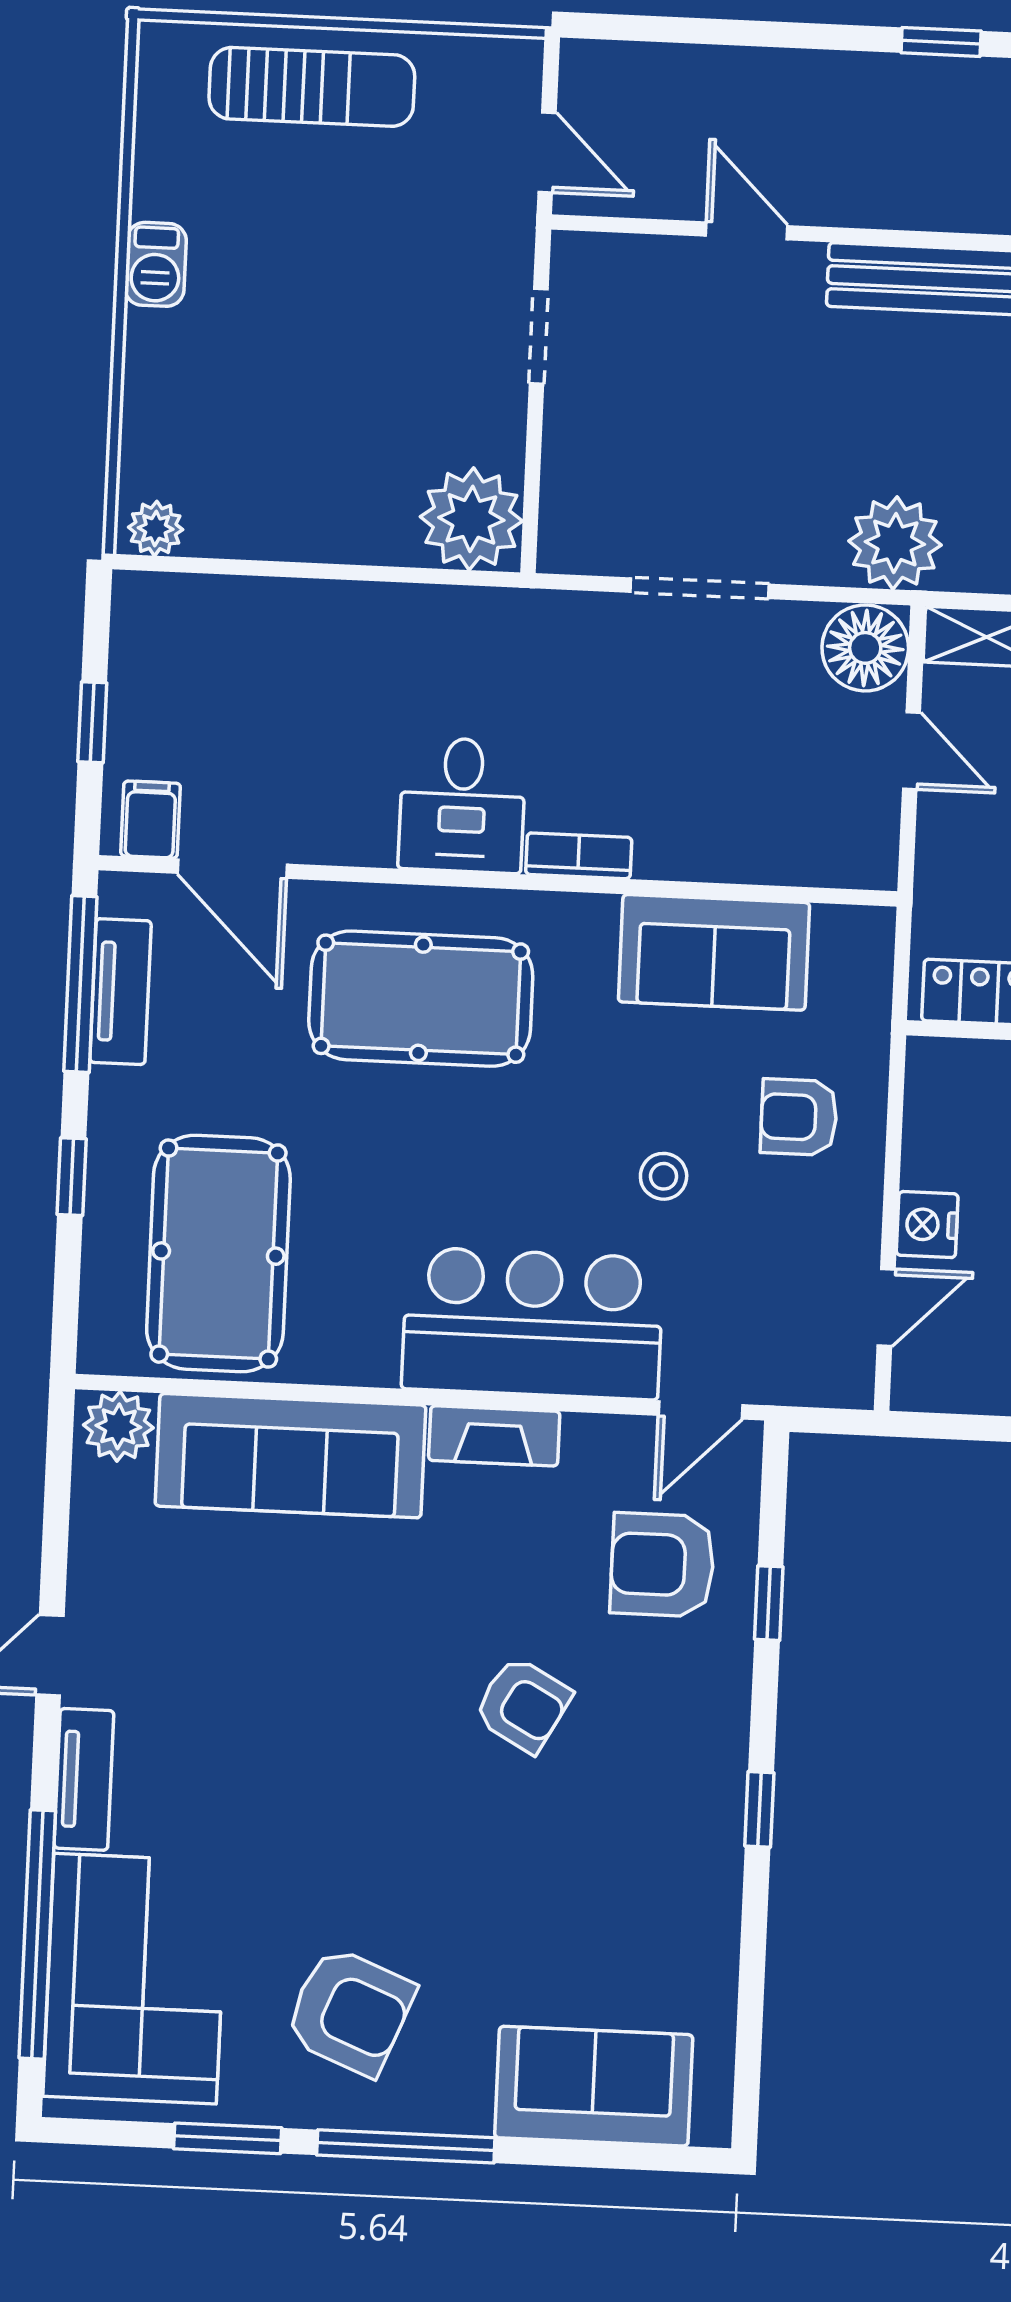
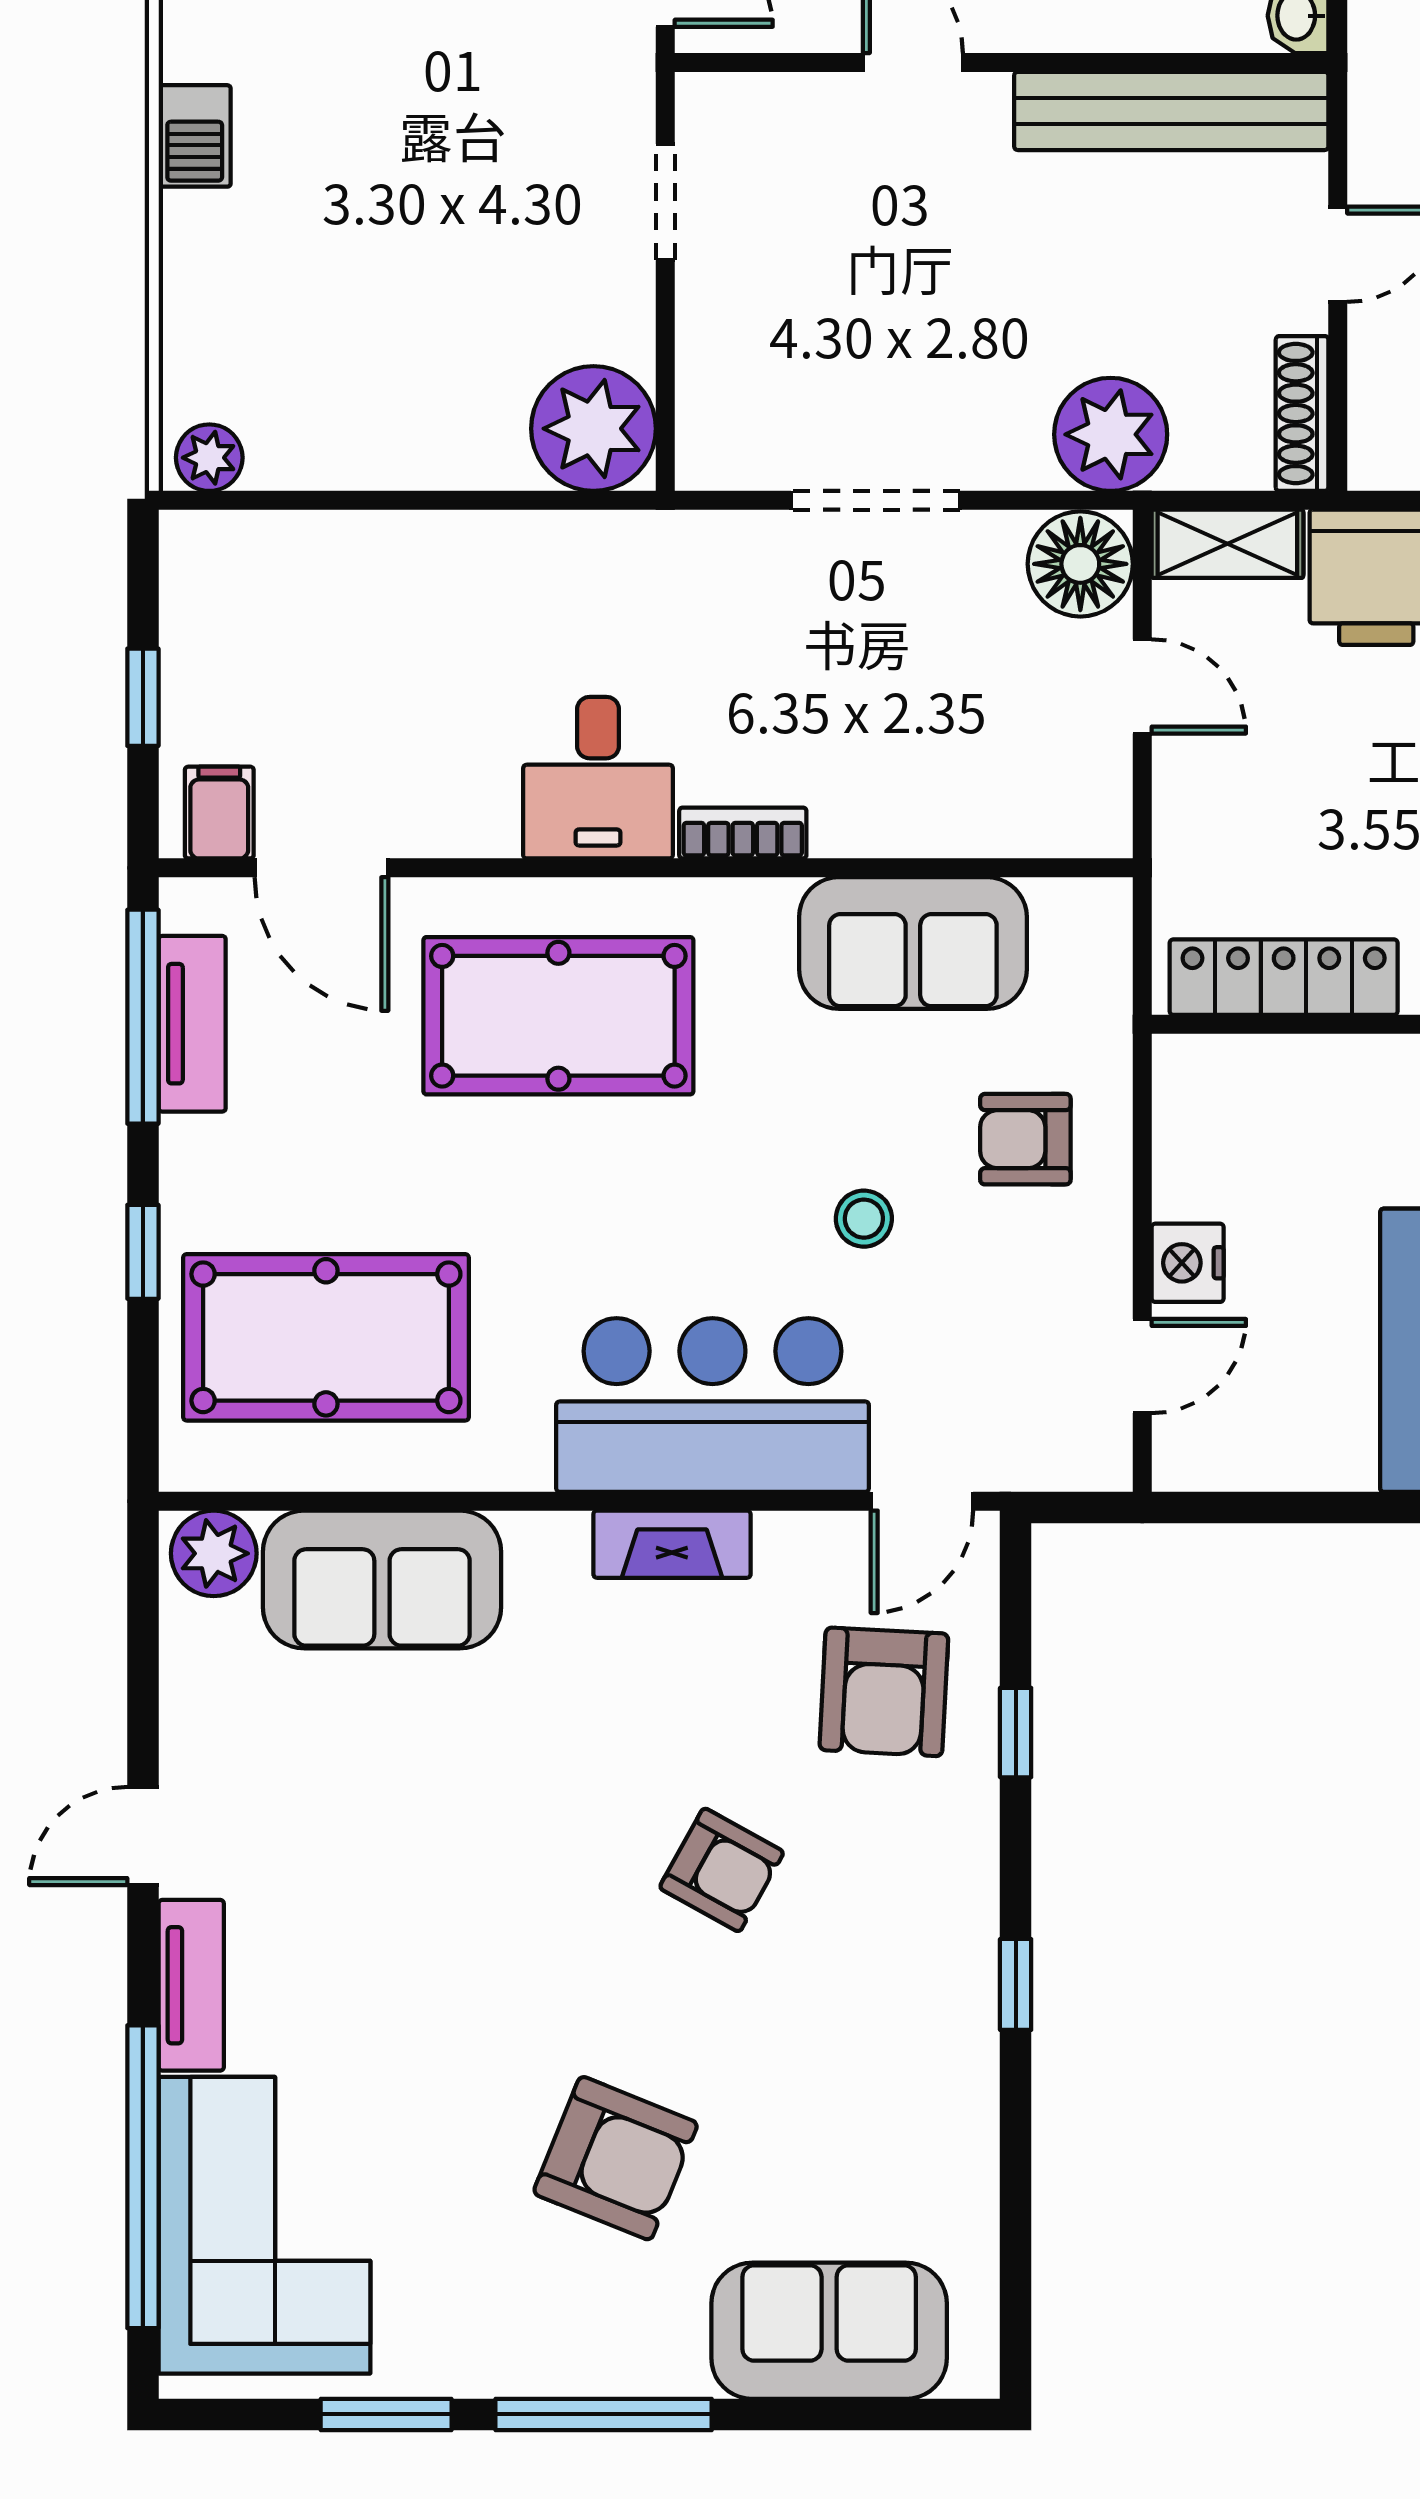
pool table: (218, 1254) -> (326, 1337), turned 90
sofa: (290, 1456) -> (382, 1580), width x0.73
armchair: (662, 1565) -> (884, 1692), turned -87
armchair: (350, 2011) -> (616, 2158), moved

